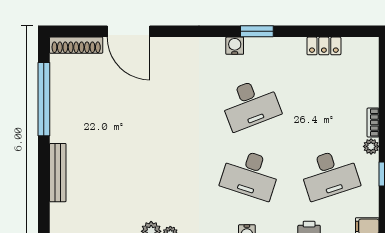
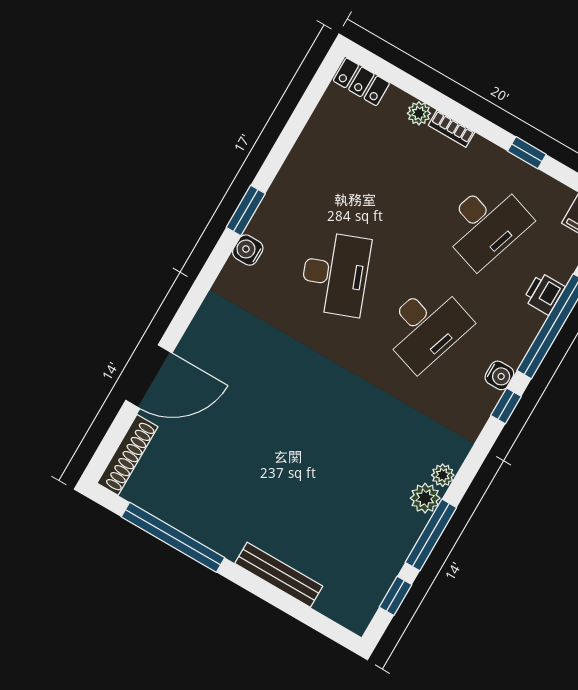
locker: (324, 46) -> (361, 82), moved, turned 90
plant: (371, 146) -> (419, 113), moved
desk: (330, 174) -> (486, 224), turned 36

